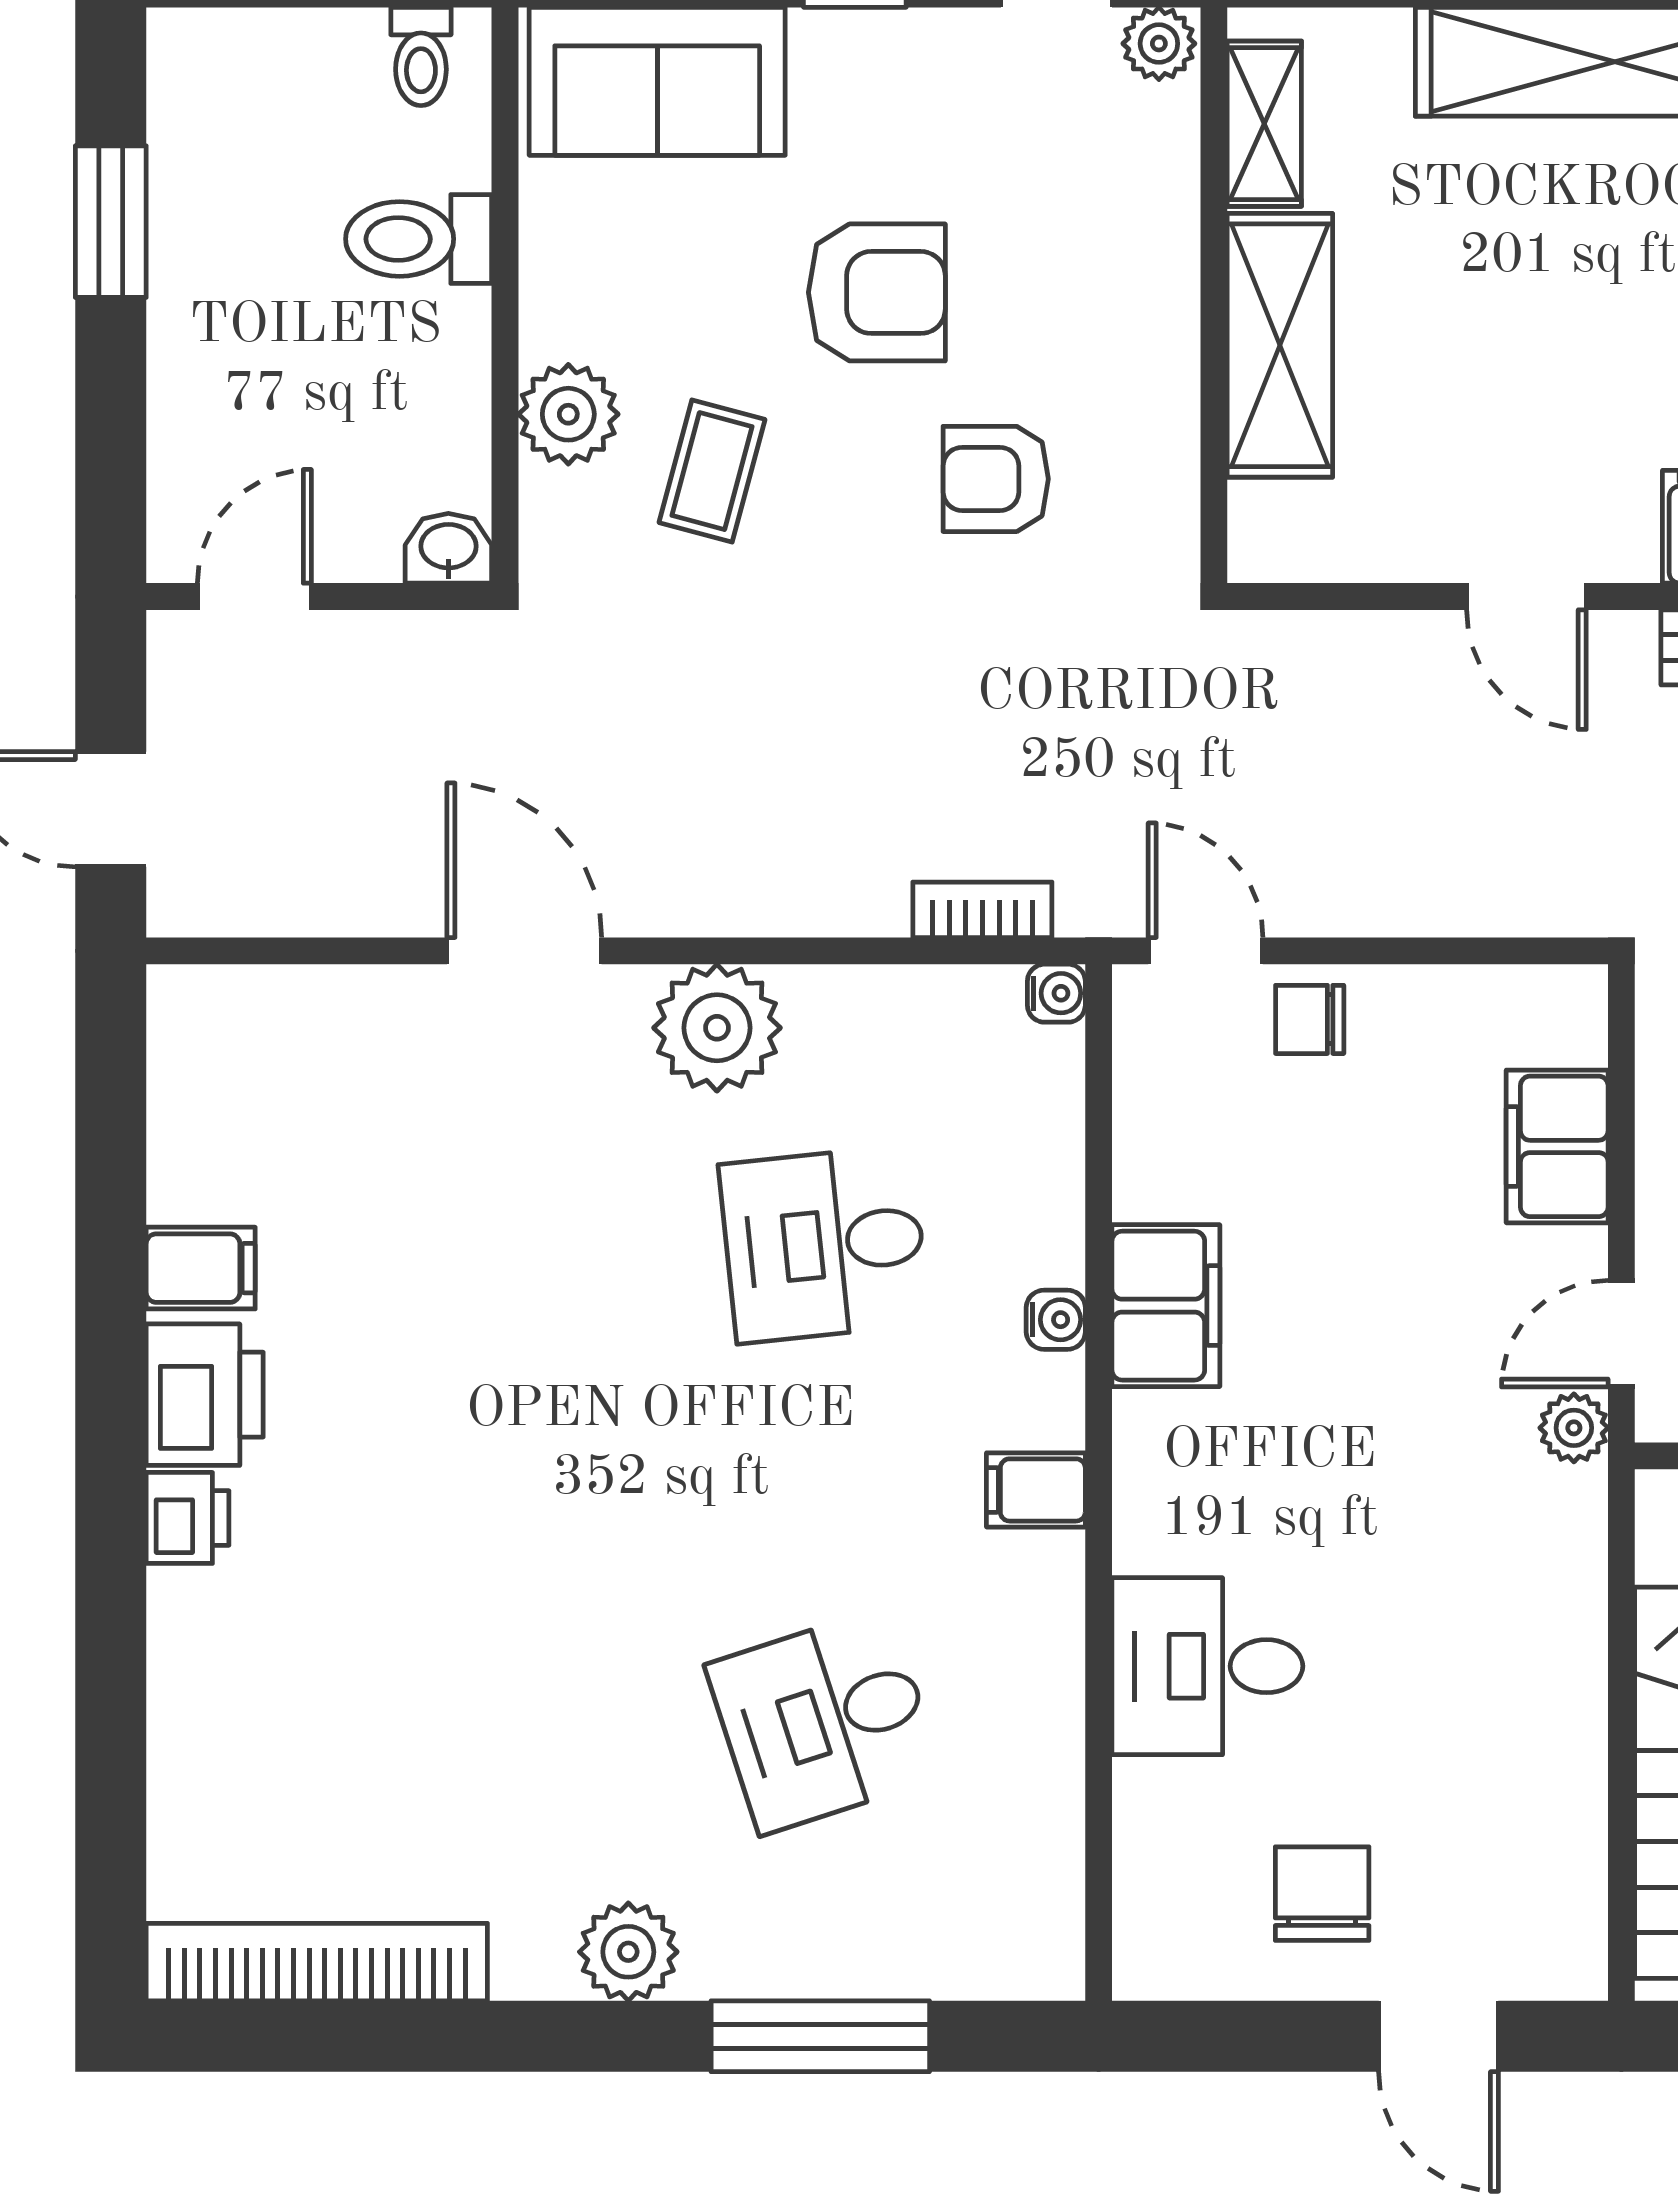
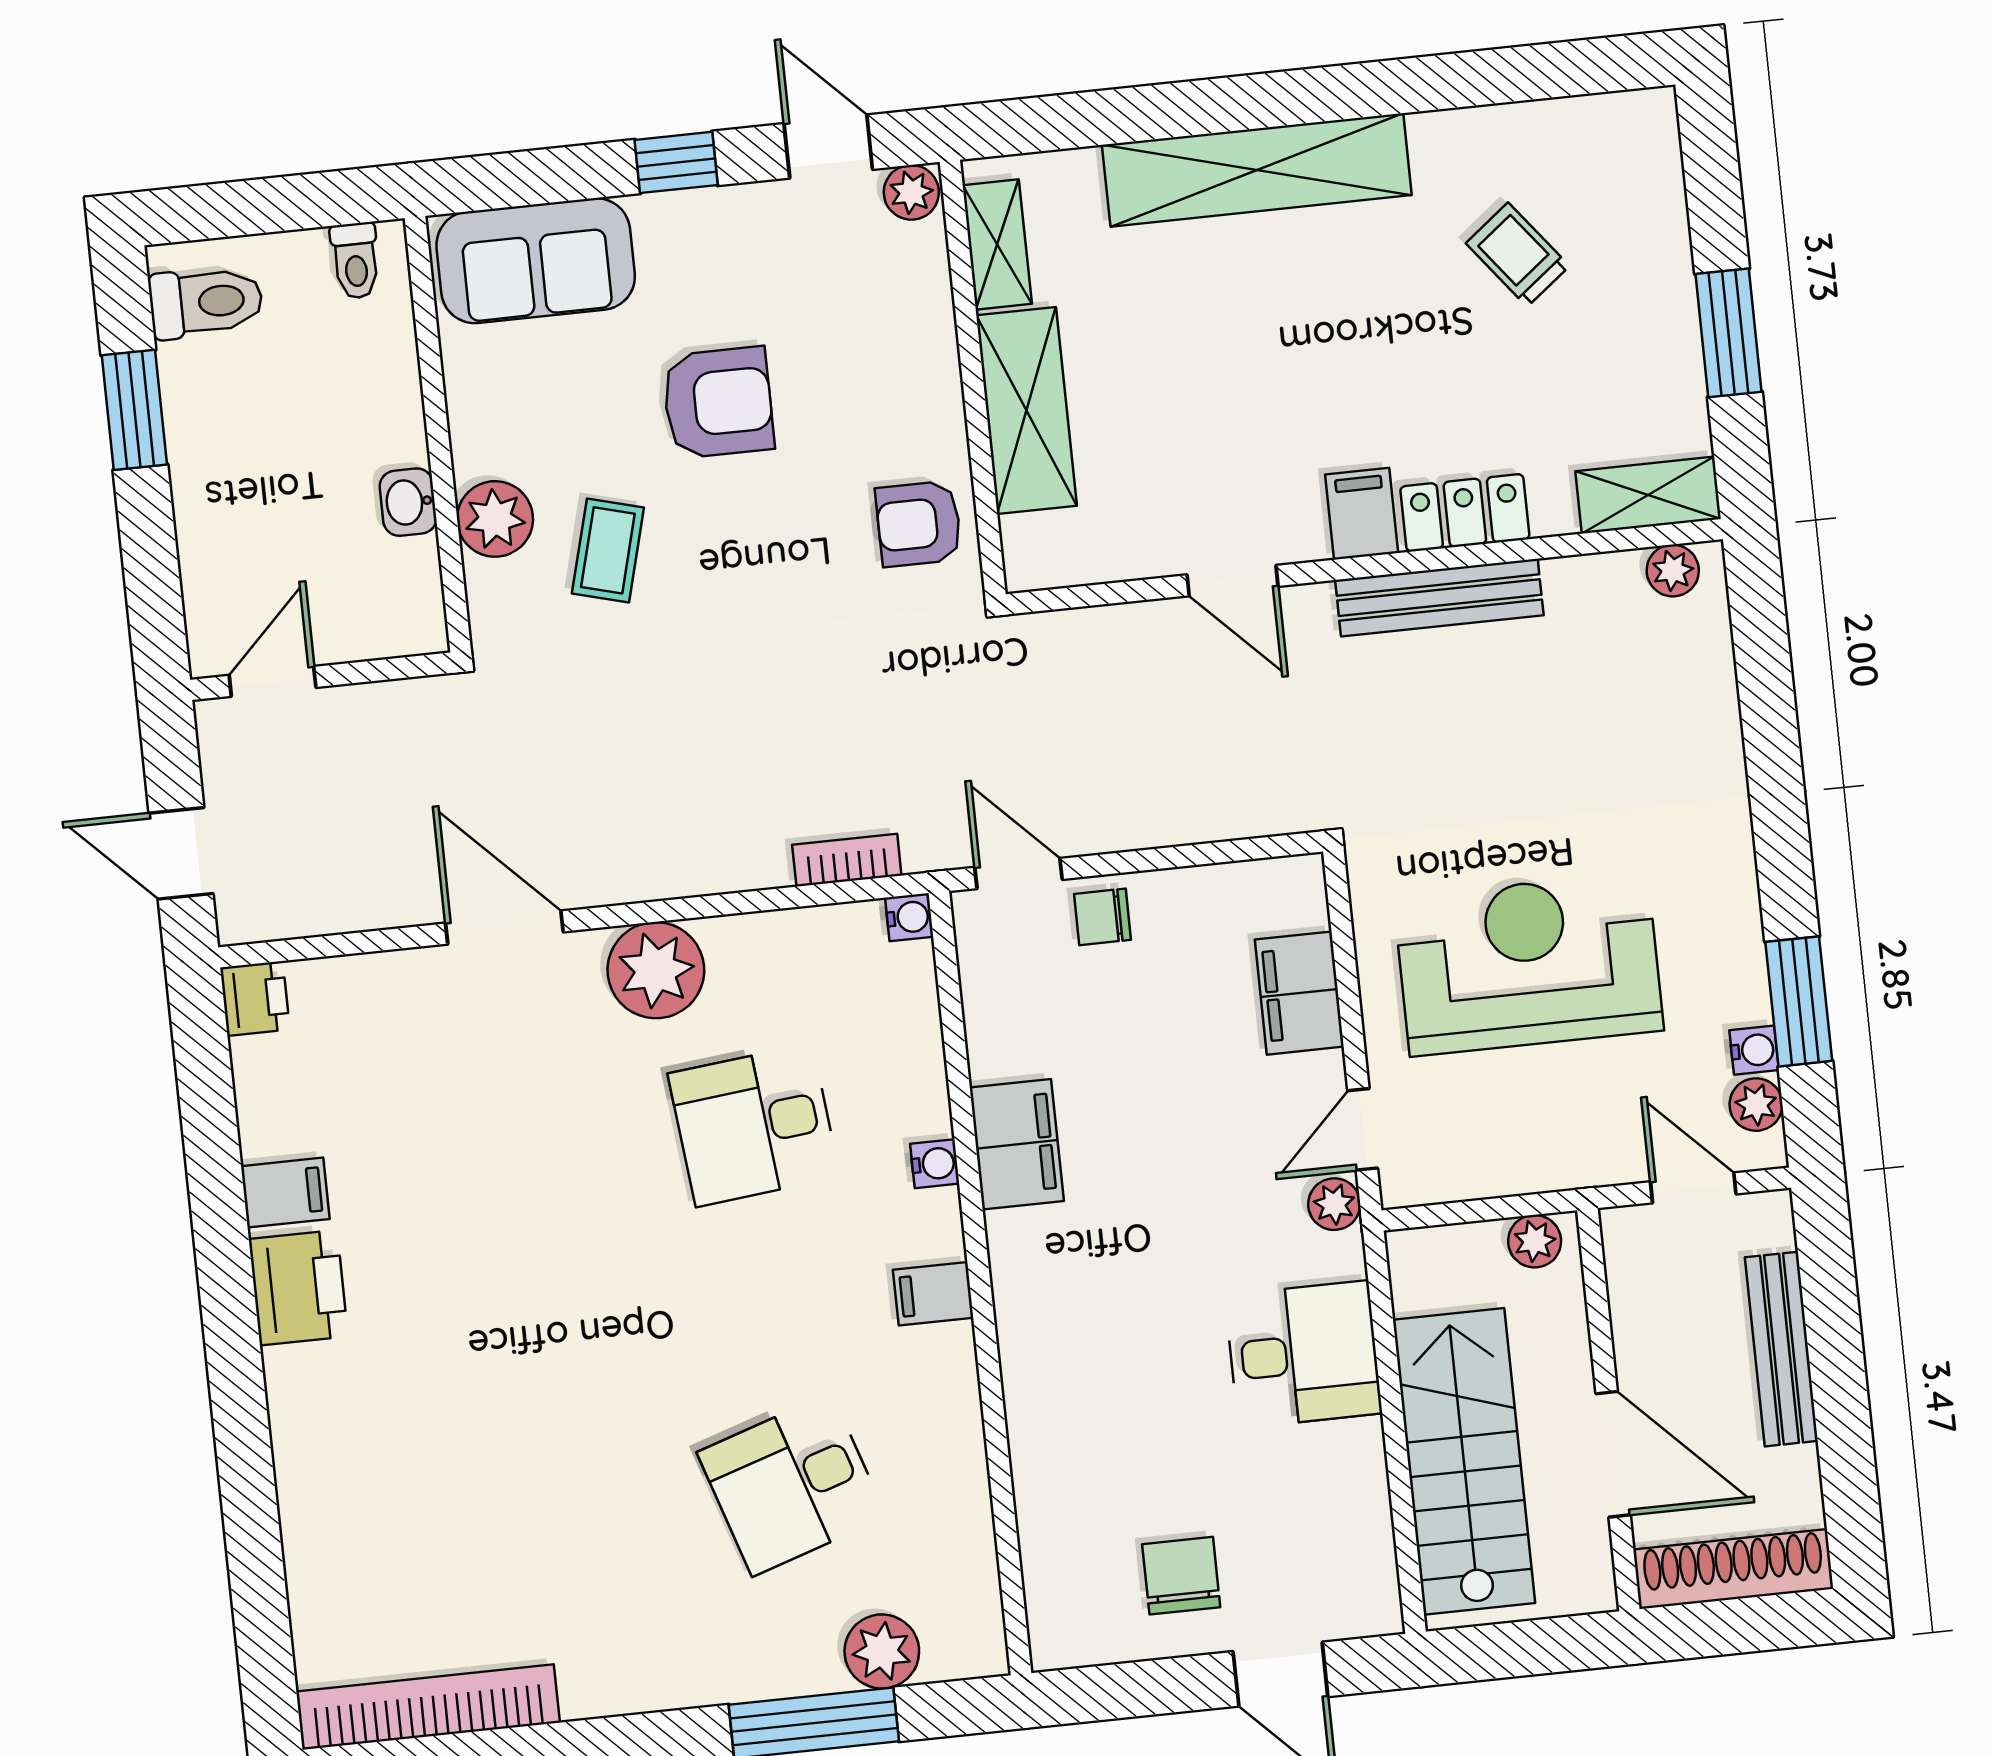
toilet: (419, 239) -> (206, 302), moved, turned 180
armchair: (996, 479) -> (919, 524), moved
washbasin: (448, 548) -> (408, 502), moved, turned -90
printer: (188, 1518) -> (255, 999), moved
desk: (1207, 1666) -> (1303, 1354), moved, turned 180
plant: (628, 1952) -> (882, 1651), moved

